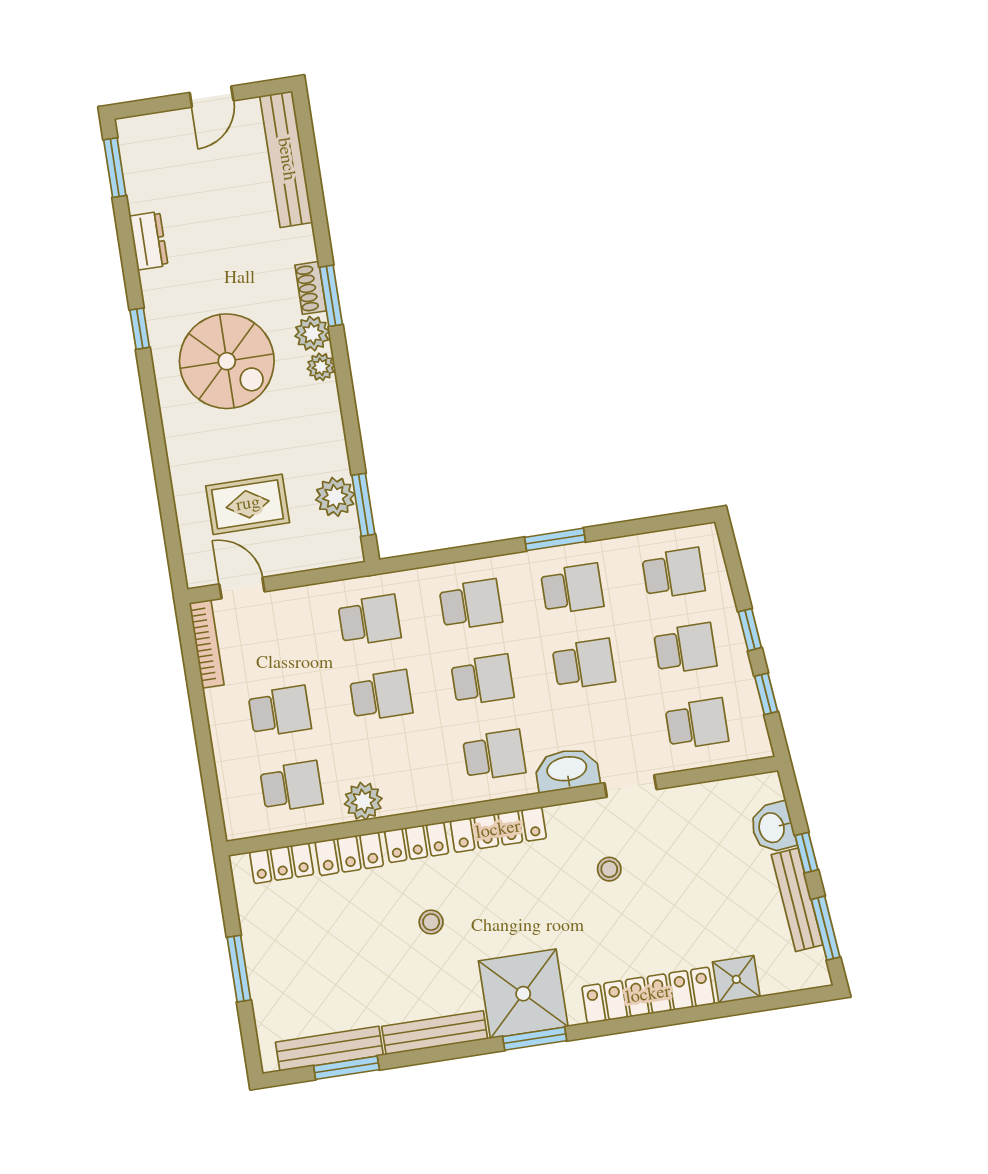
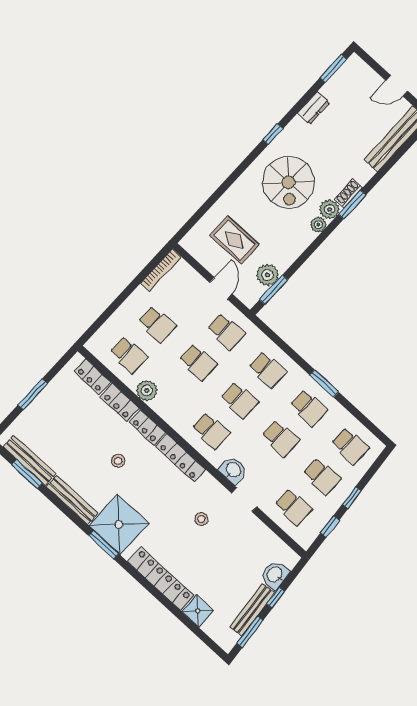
door: (242, 588) -> (221, 288), moved
washbasin: (567, 770) -> (233, 470), width x0.72

